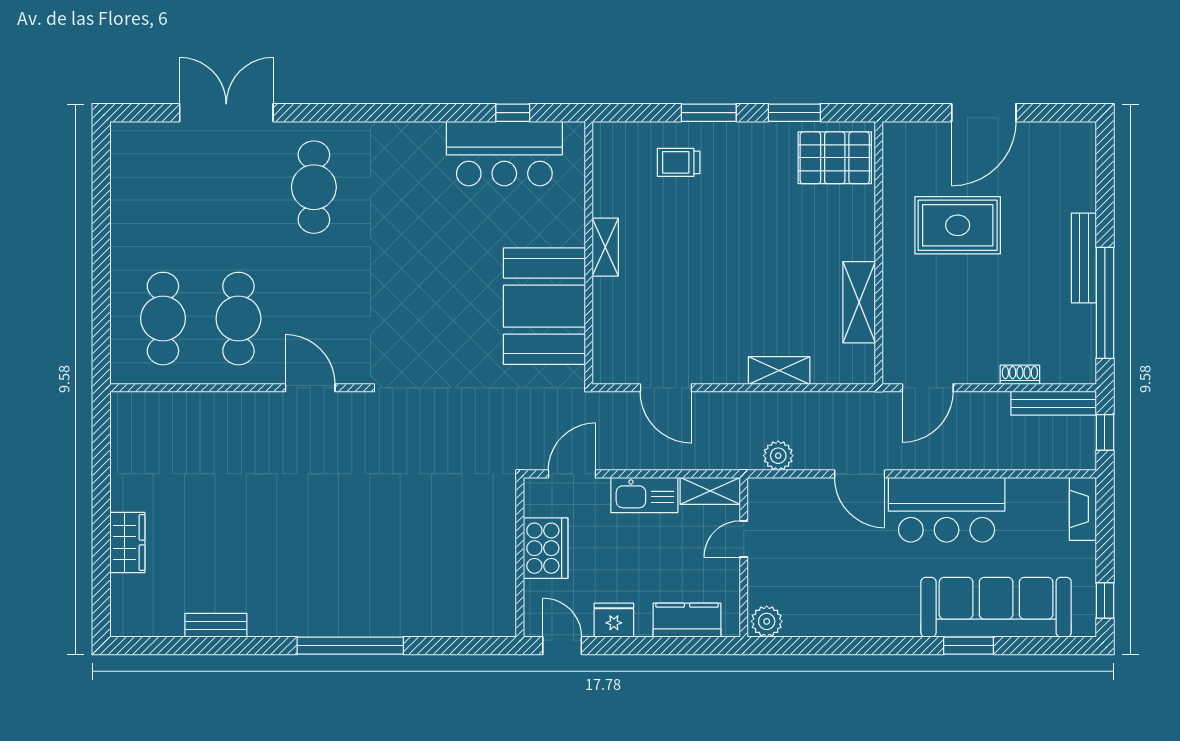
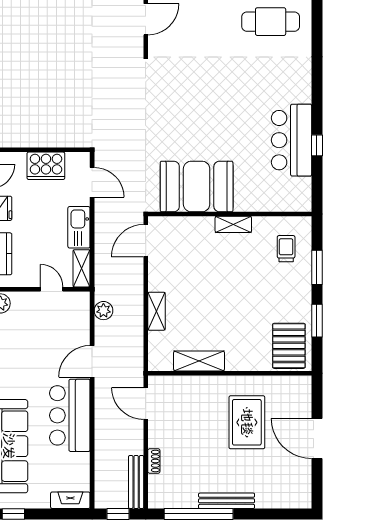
shelving: (605, 247) -> (233, 224), moved
wall: (589, 253) -> (230, 214), moved
booth: (544, 306) -> (197, 187), moved

